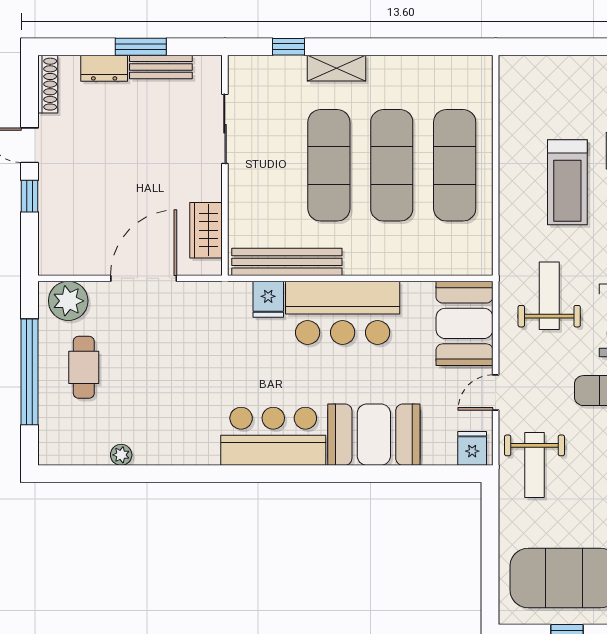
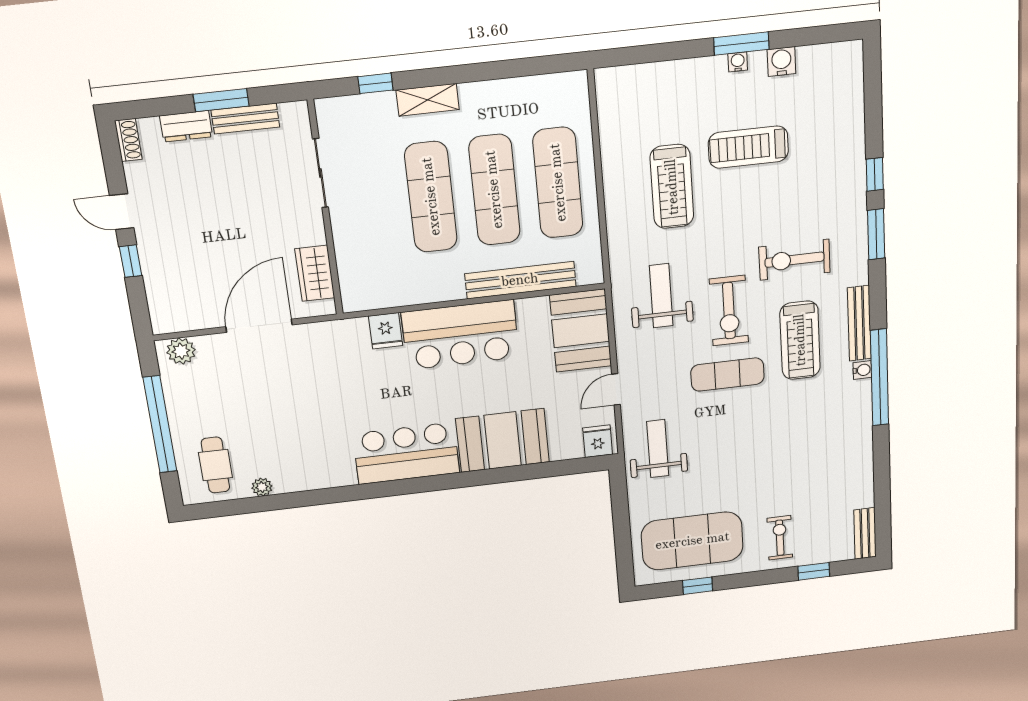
shoe rack: (48, 84) -> (128, 140), width x0.70
bench: (287, 262) -> (520, 280), moved
plant: (68, 301) -> (181, 351), width x0.73, depth x0.73
cafe table: (84, 367) -> (215, 465), moved
weight bench: (534, 465) -> (658, 449), turned 180

